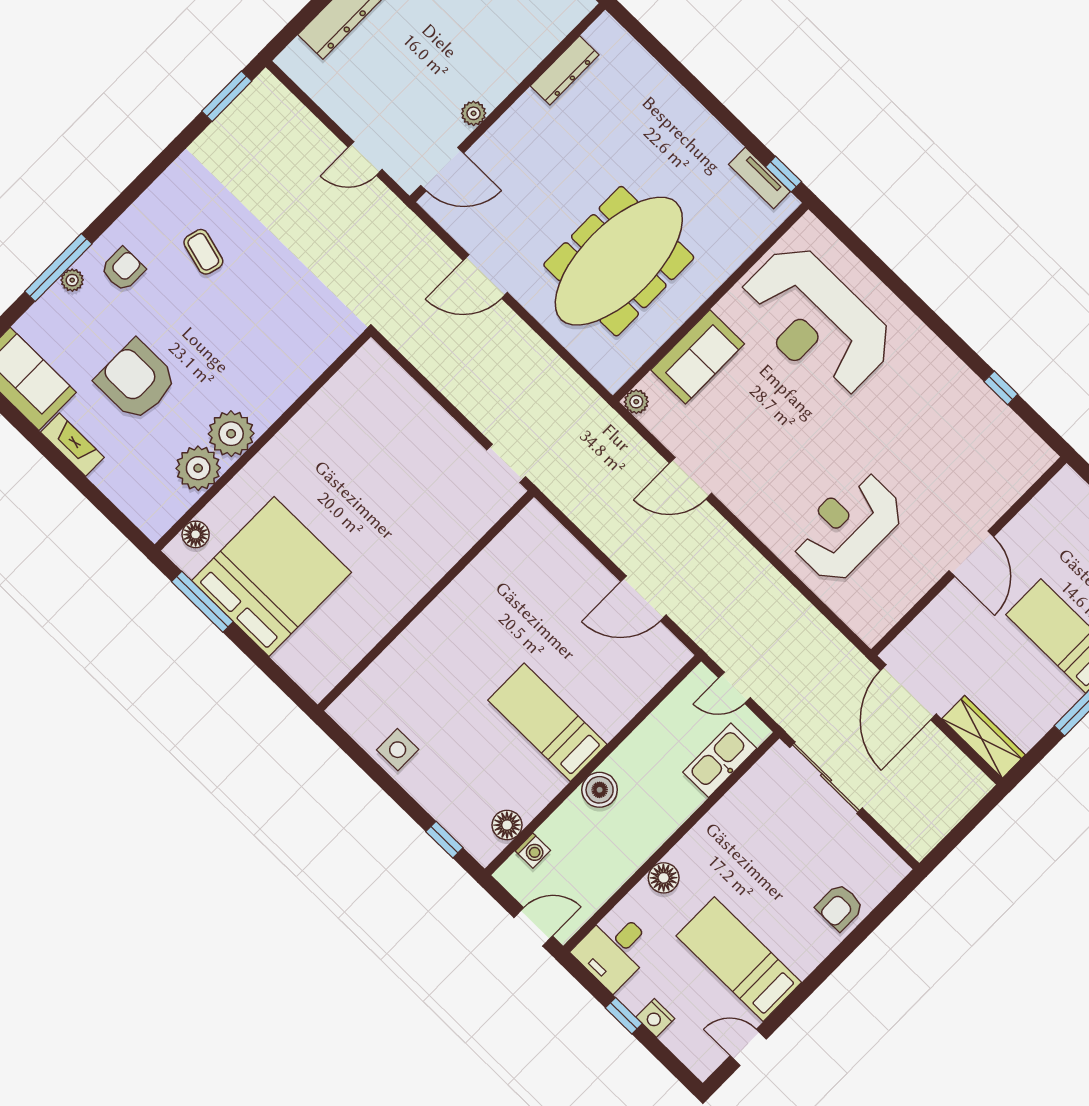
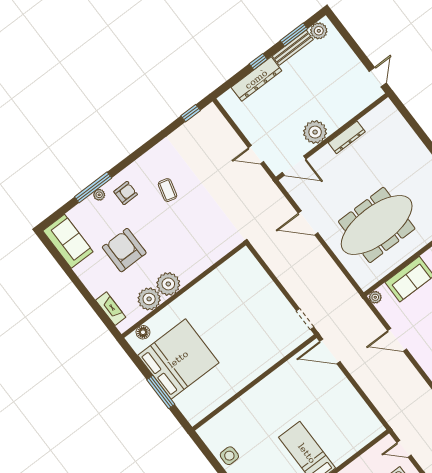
dresser: (565, 70) -> (347, 137), moved
window: (227, 96) -> (191, 113), width x0.67
plant: (474, 113) -> (315, 132), width x1.88, depth x1.88
fireplace: (72, 445) -> (111, 309), moved
door: (643, 598) -> (330, 352), moved
window: (202, 602) -> (161, 392), moved

